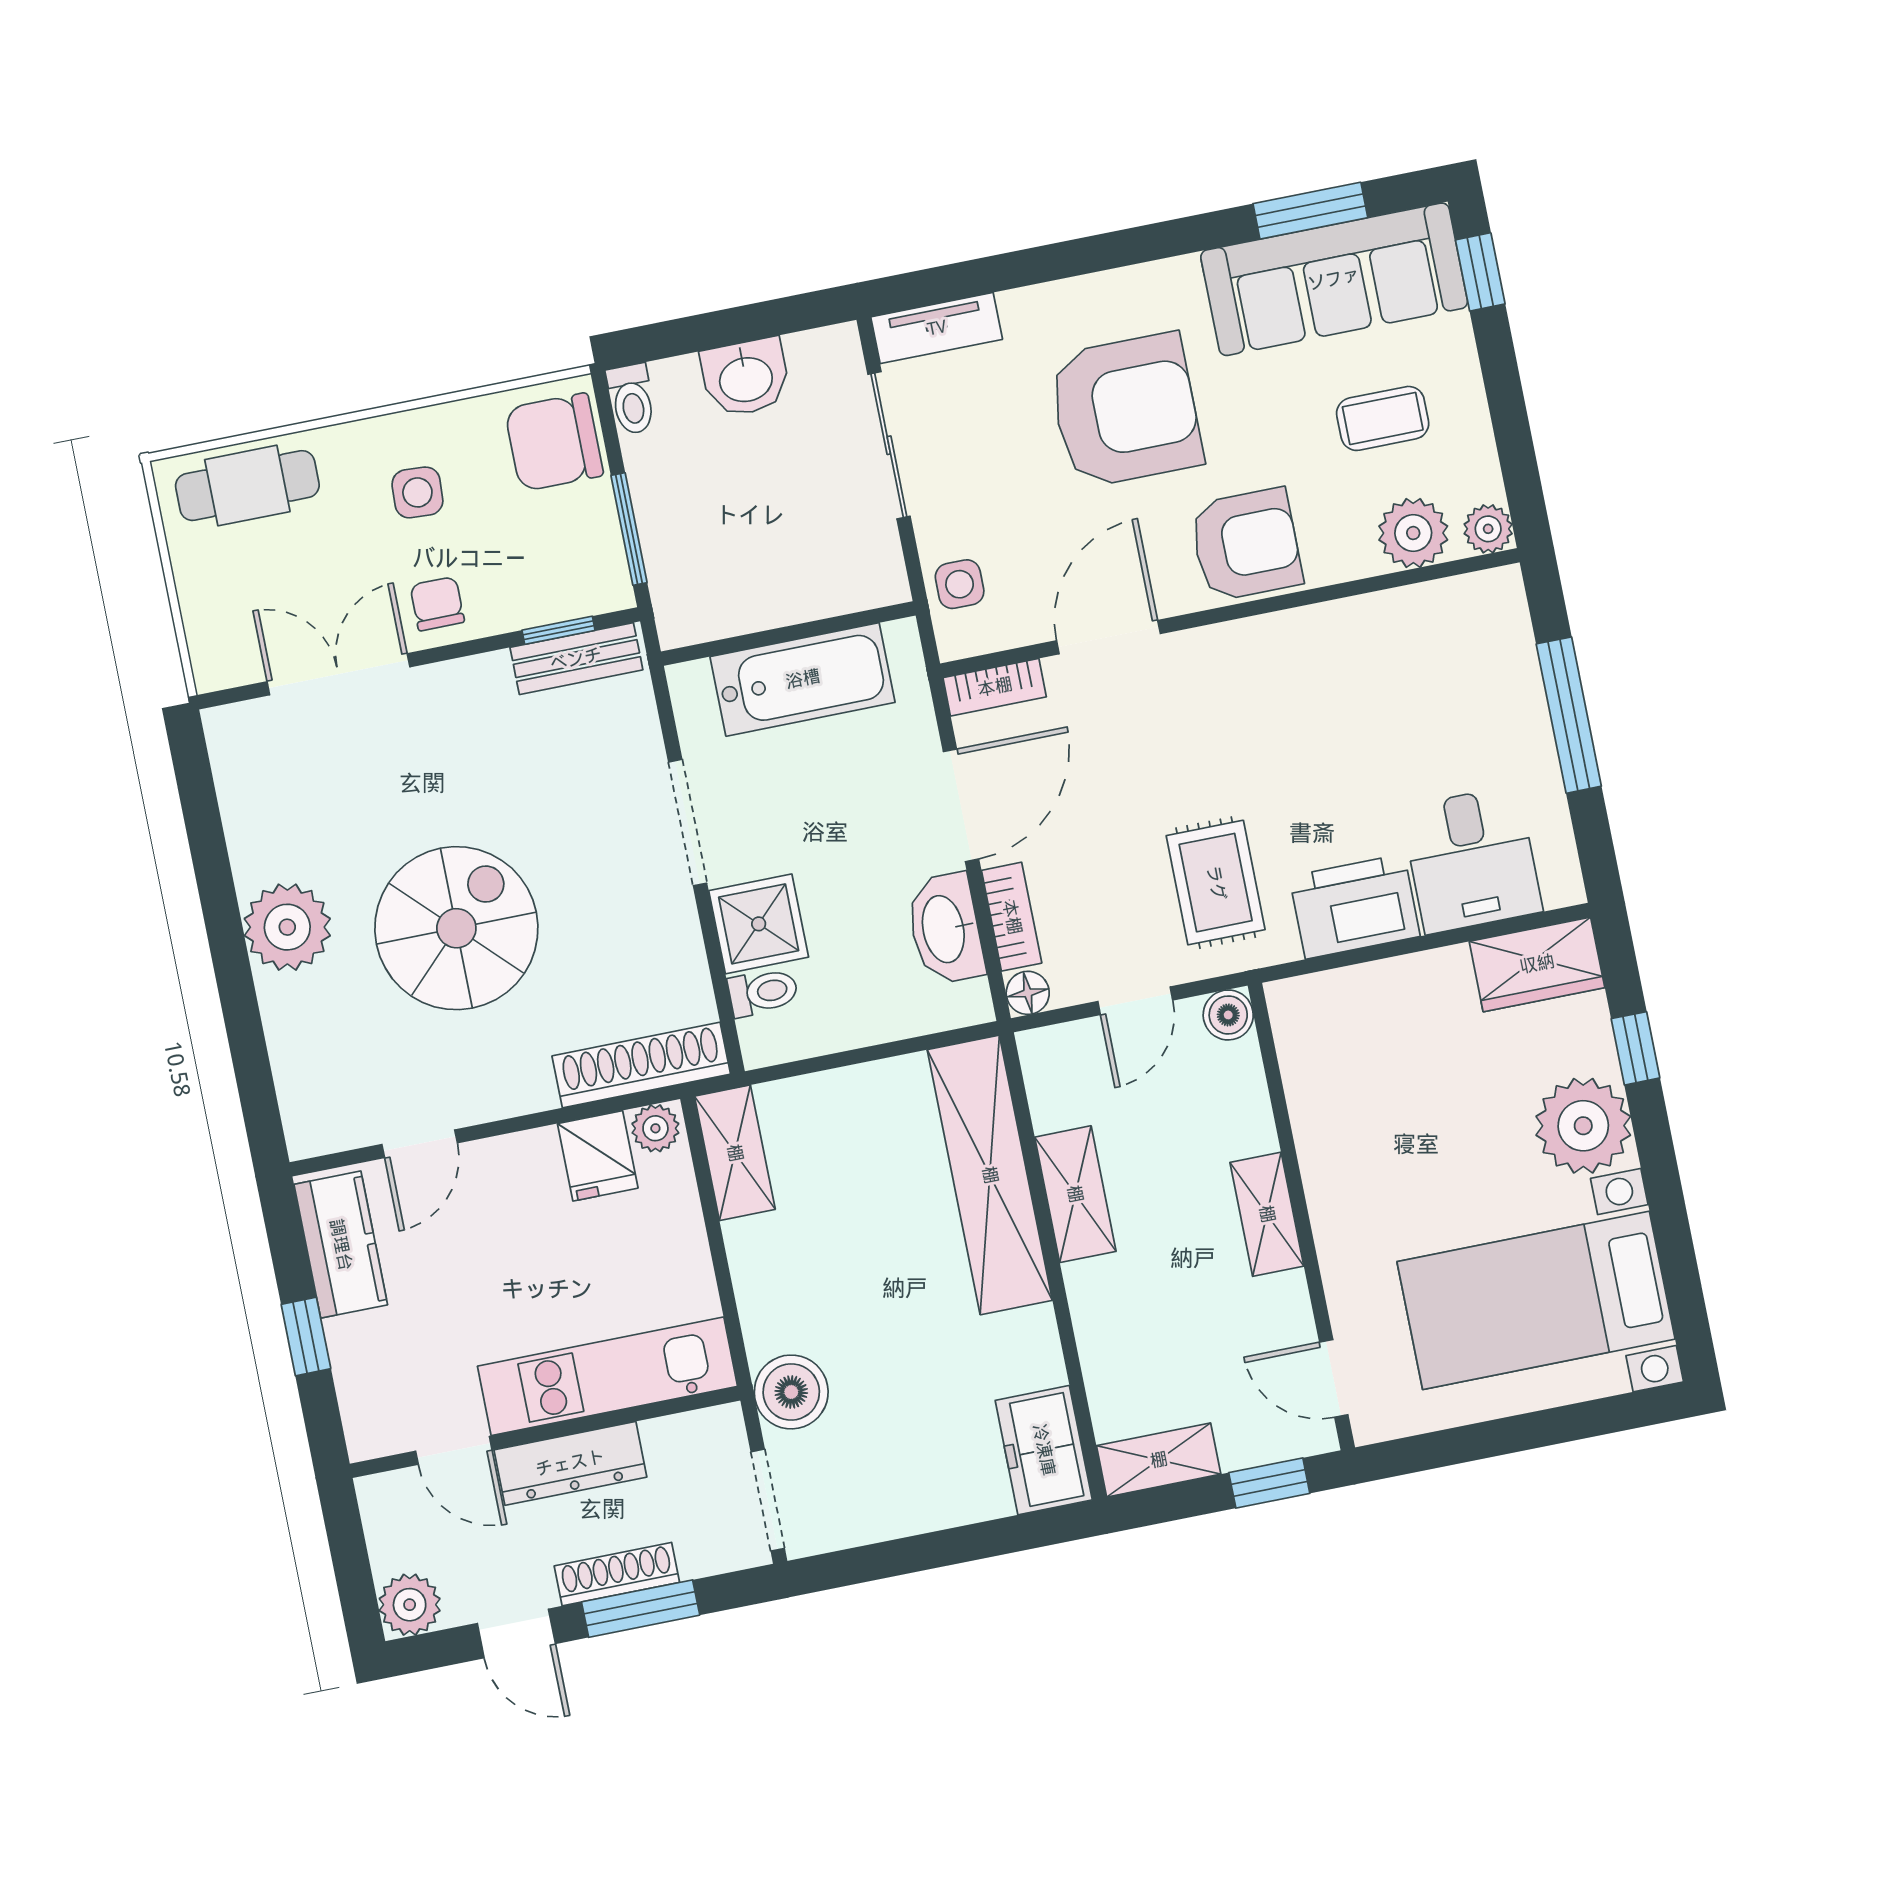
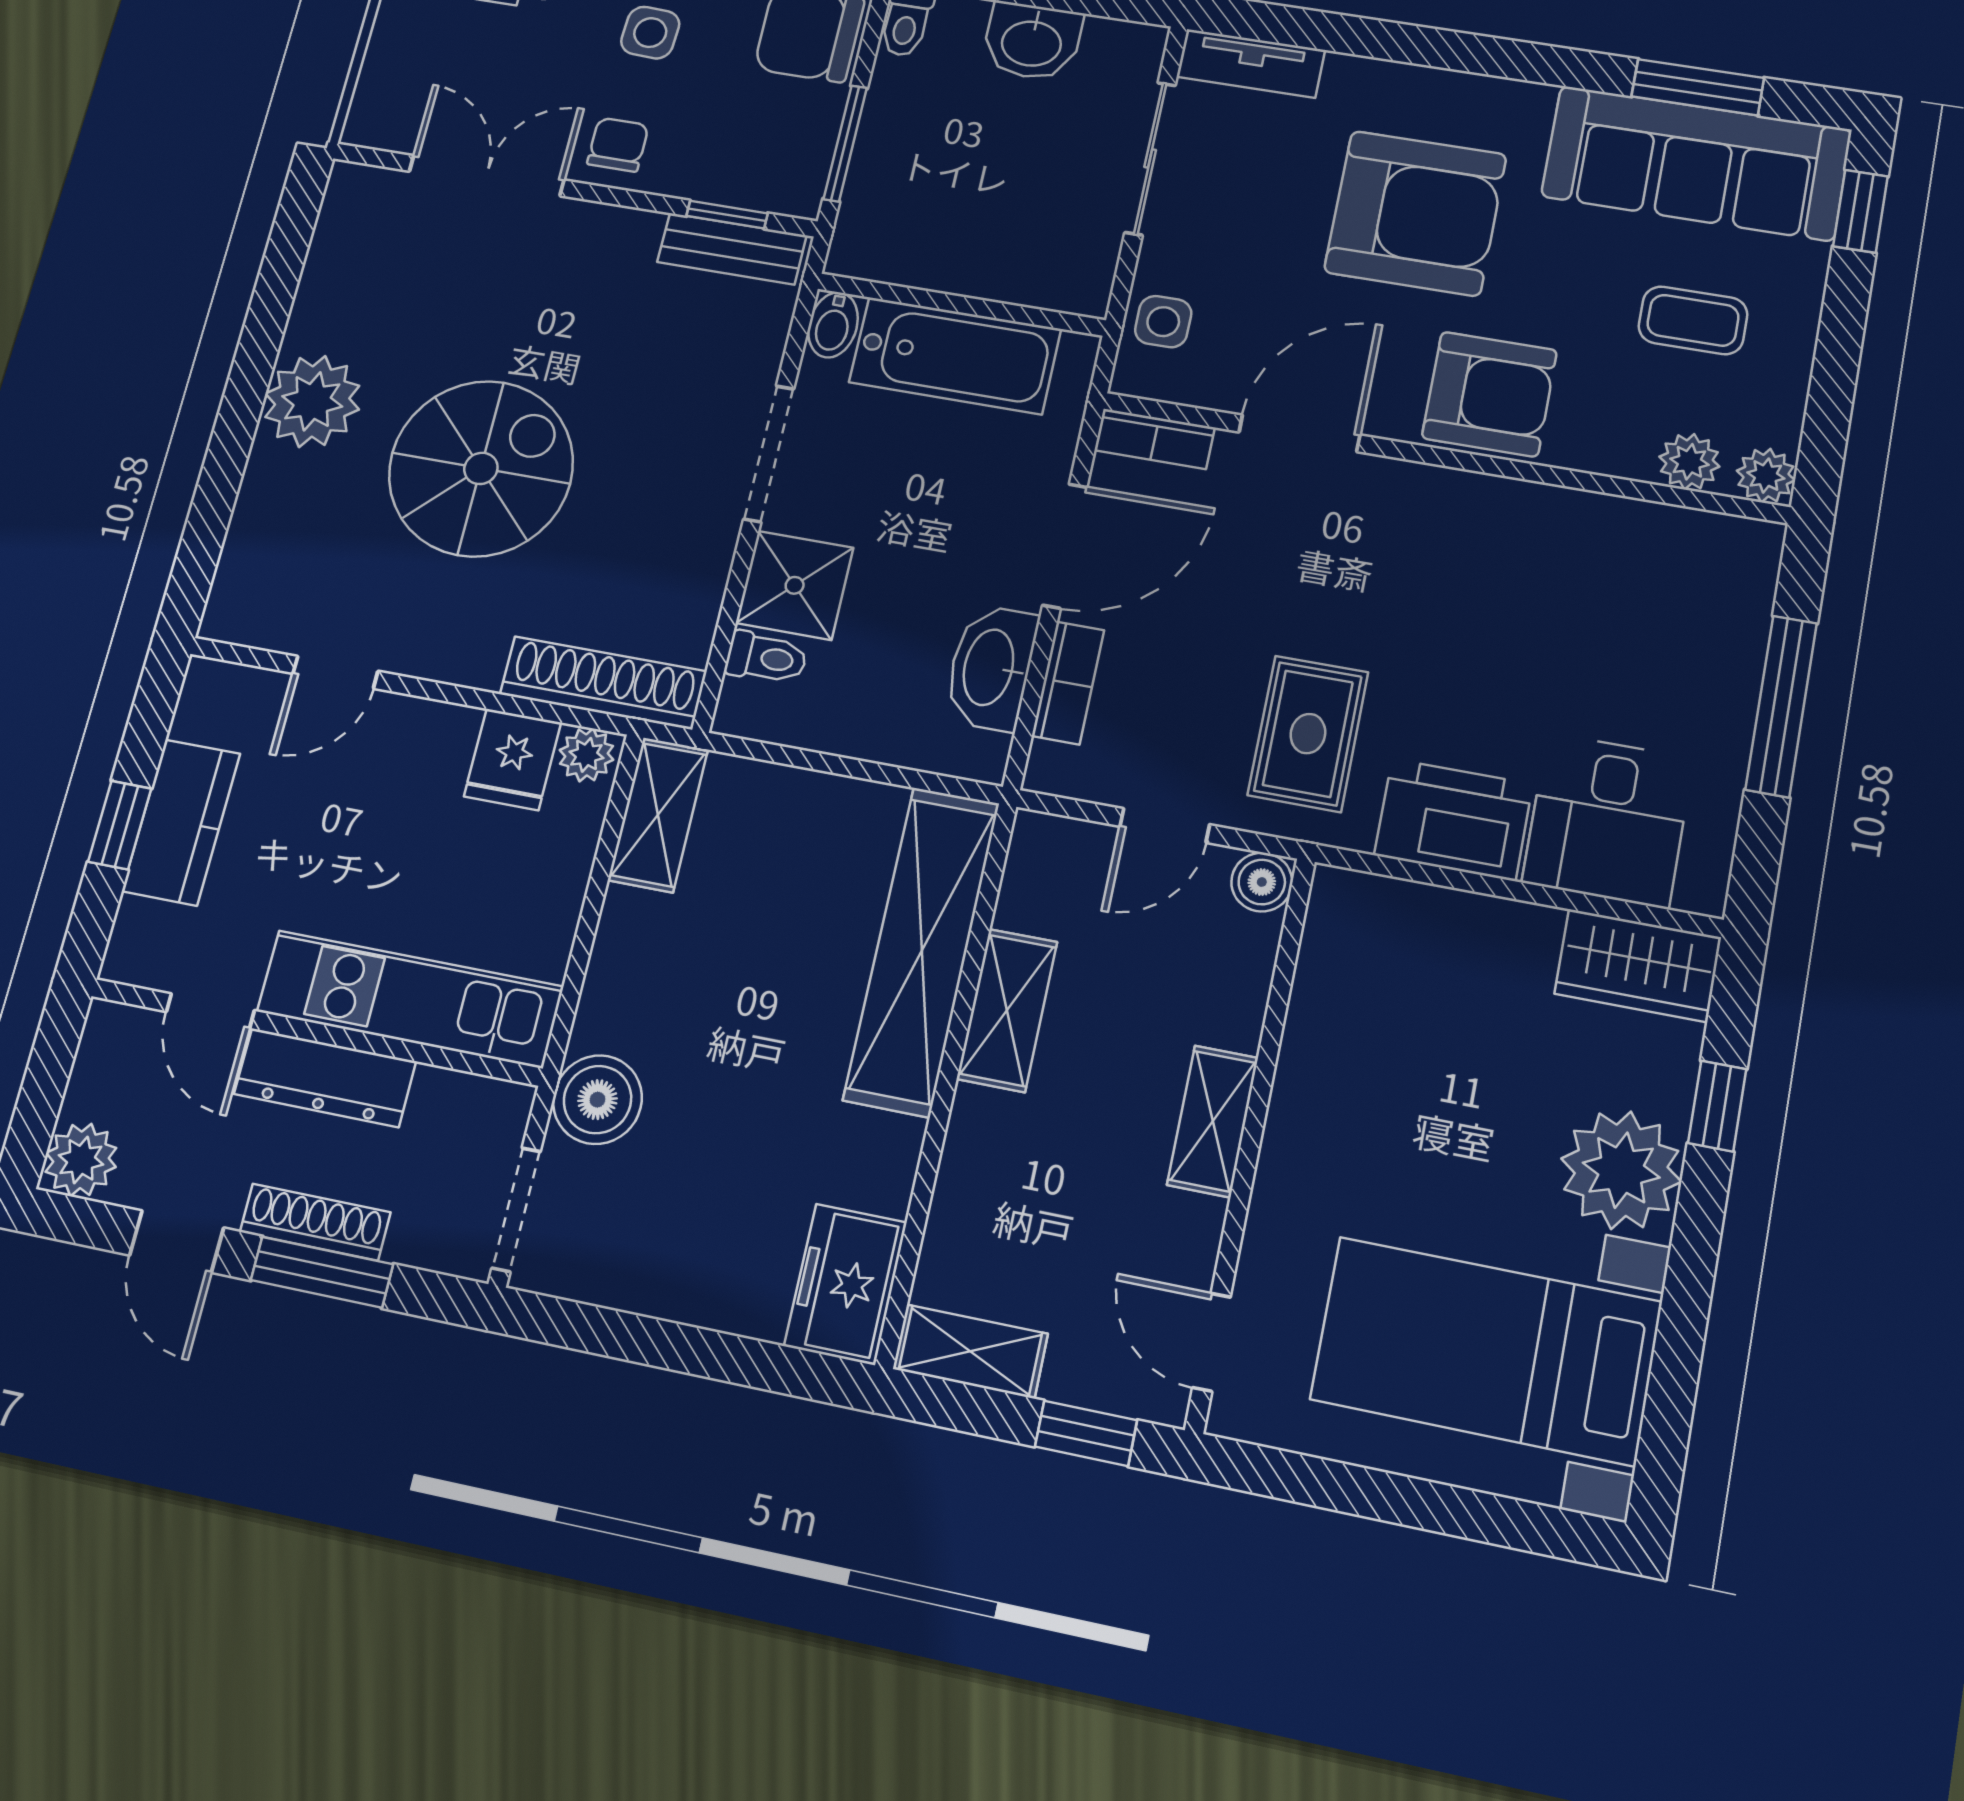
plant: (1413, 533) -> (1689, 462), width x0.73, depth x0.73
bidet: (691, 692) -> (833, 325), added
floor lamp: (1028, 993) -> (1050, 770), removed
kitchen counter: (341, 1245) -> (181, 822), moved

